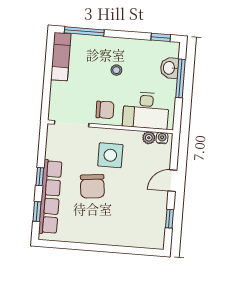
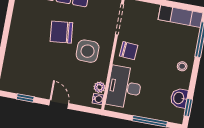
washbasin: (169, 68) -> (179, 98), moved, turned -90
stool: (116, 70) -> (182, 66), moved
chair: (105, 110) -> (129, 51), turned -85

